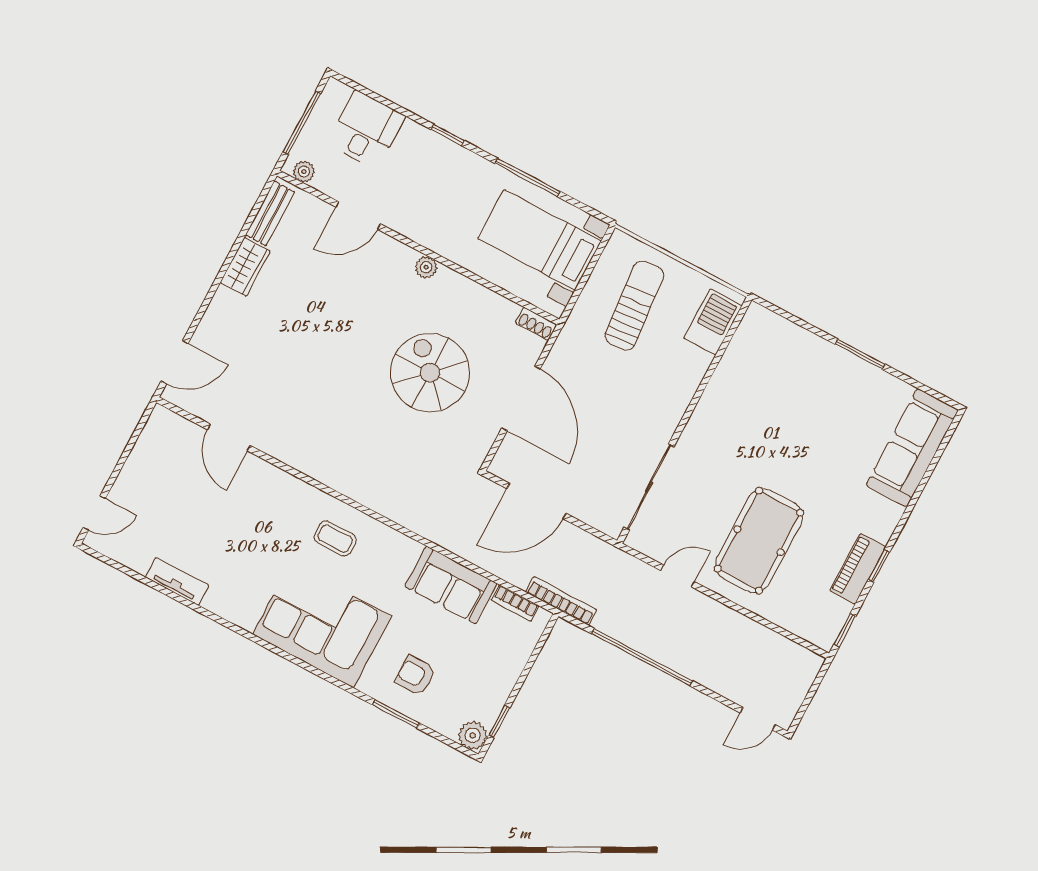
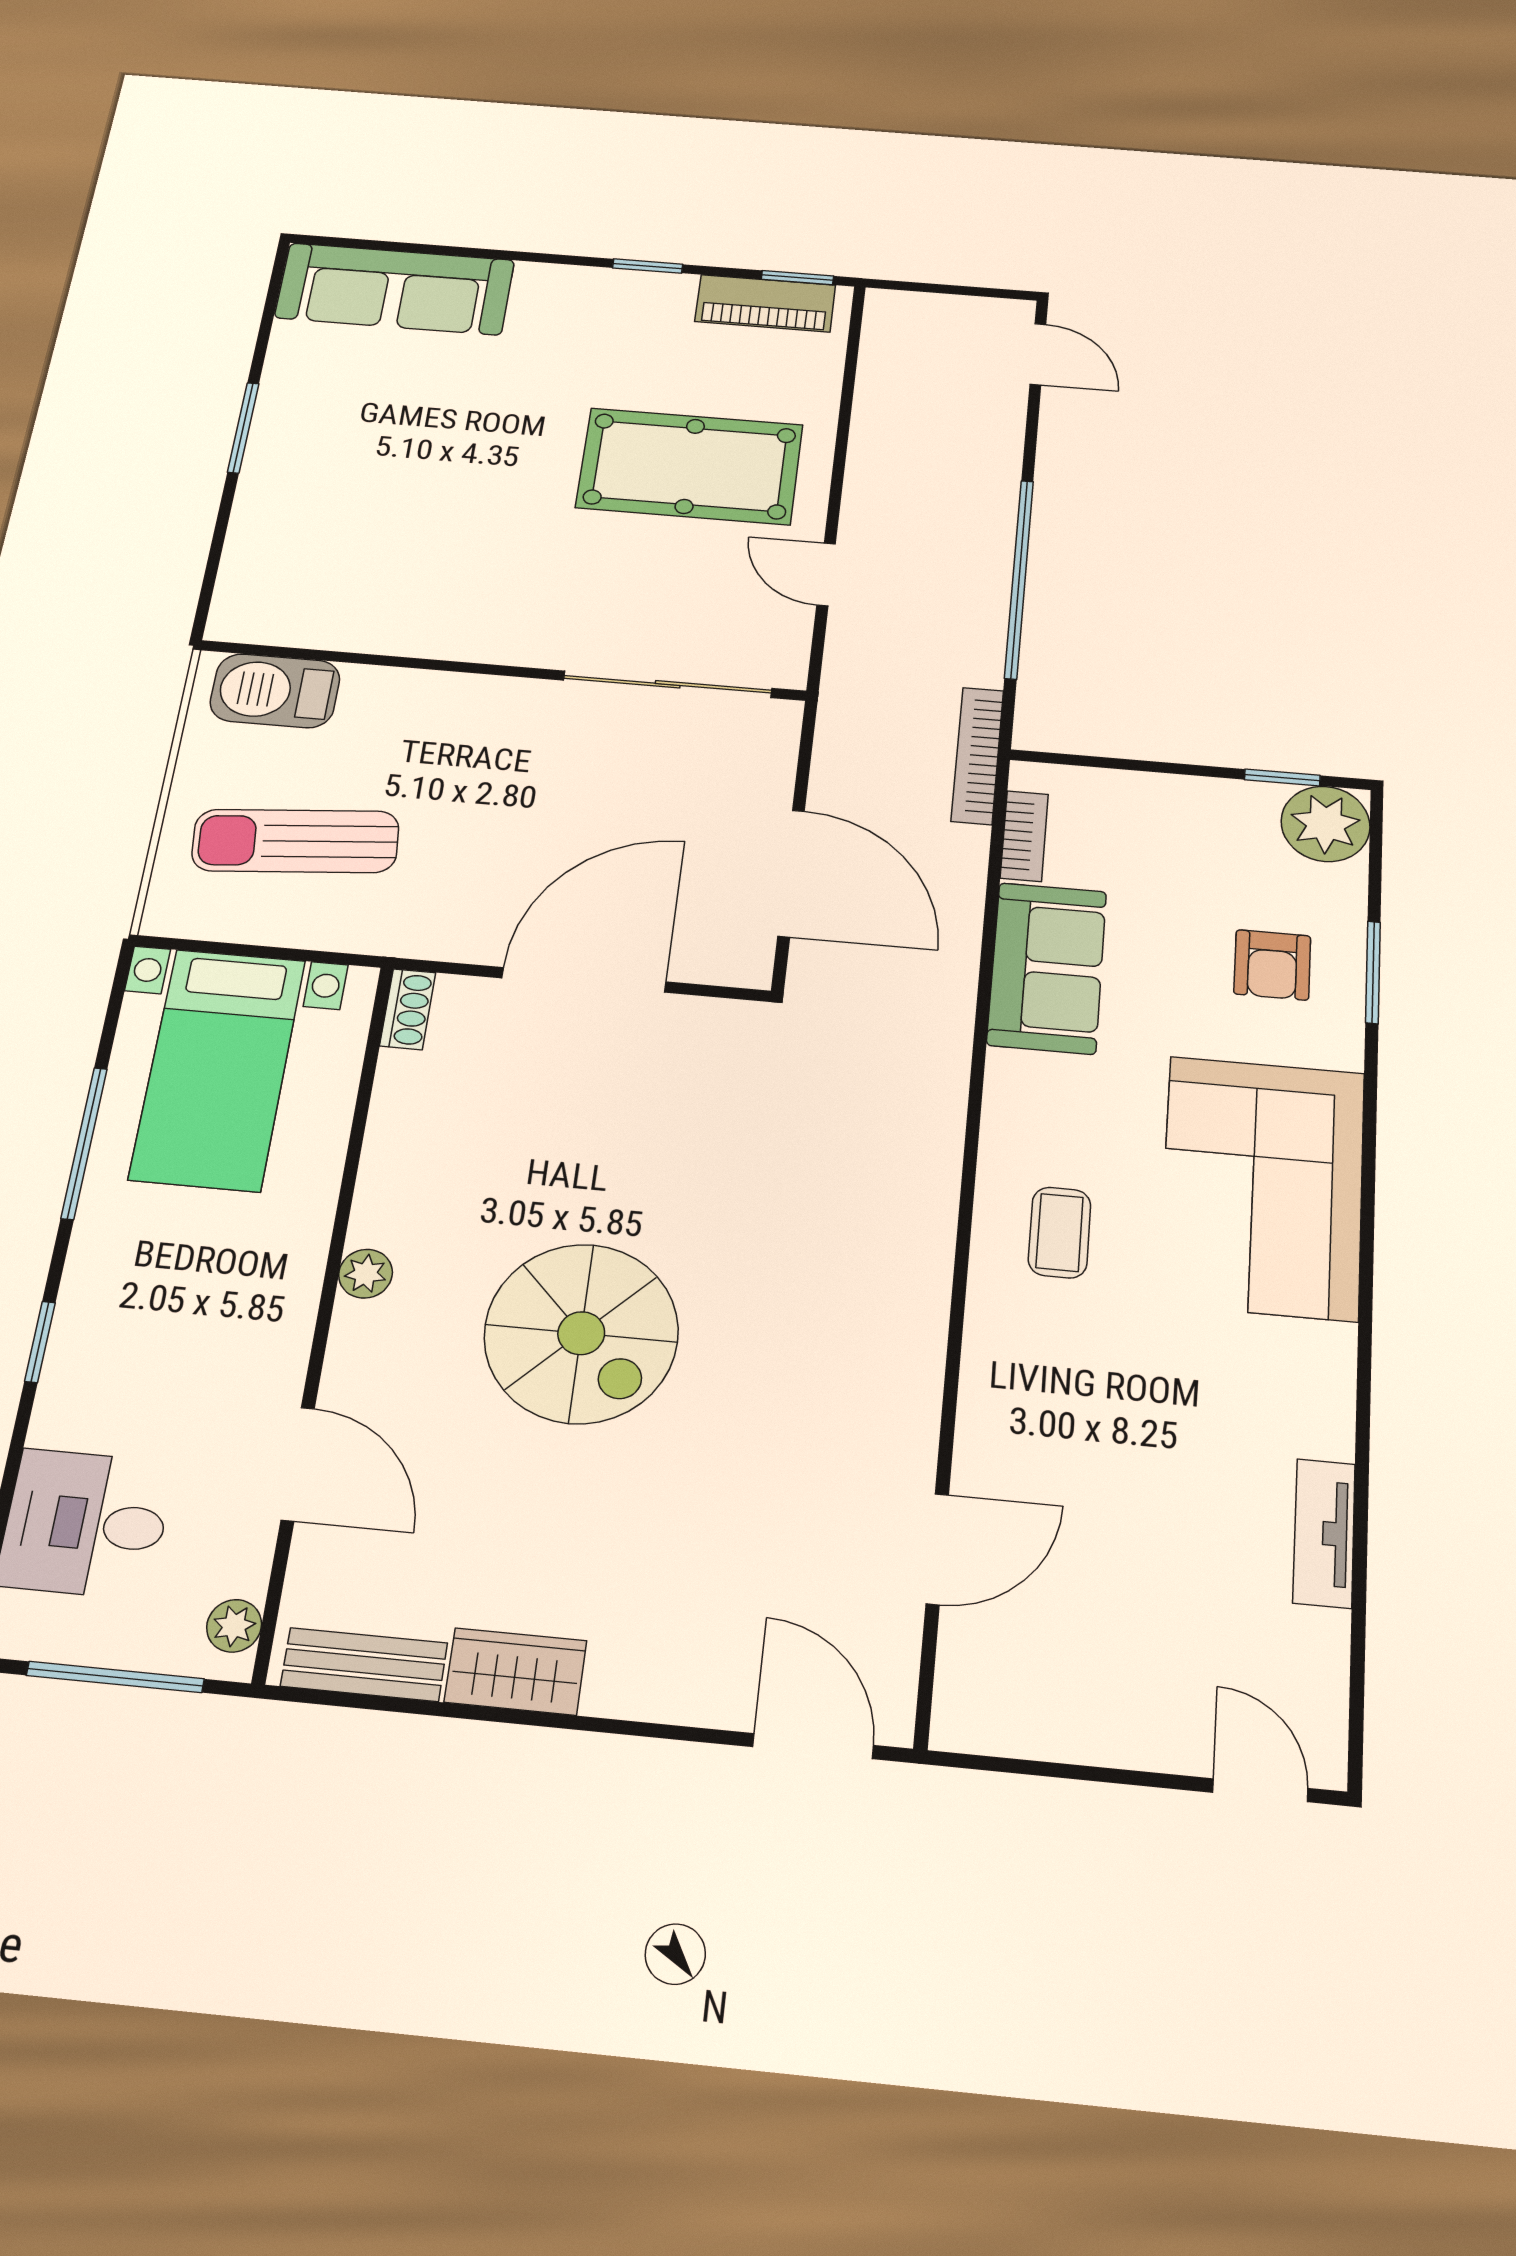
spiral stairs: (430, 373) -> (581, 1333), moved, turned -90
piano: (858, 569) -> (765, 303), moved
plant: (473, 735) -> (1326, 824), width x1.36, depth x1.36

